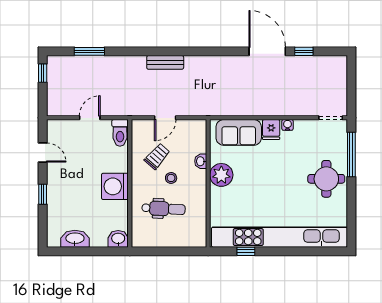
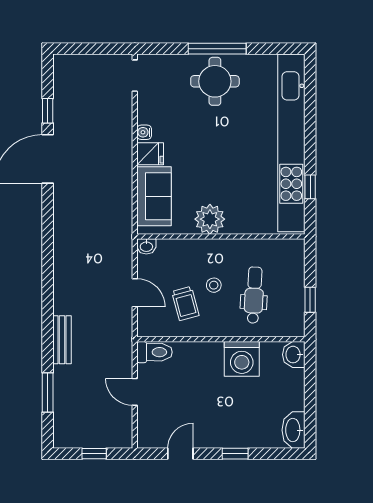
bench: (165, 62) -> (62, 340), moved
window: (43, 73) -> (94, 454), moved
window: (351, 154) -> (217, 49), moved
trolley: (157, 156) -> (185, 303), turned -146
washbasin: (201, 161) -> (146, 246), moved
washing machine: (115, 186) -> (242, 359), moved
washbasin: (75, 239) -> (294, 430), moved
window: (160, 251) -> (310, 300), added

